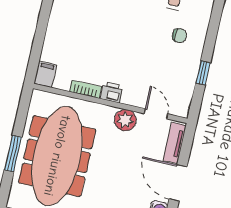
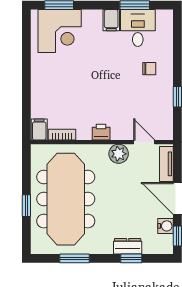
bookcase: (85, 89) -> (62, 135), moved
window: (13, 154) -> (26, 206), width x0.67

